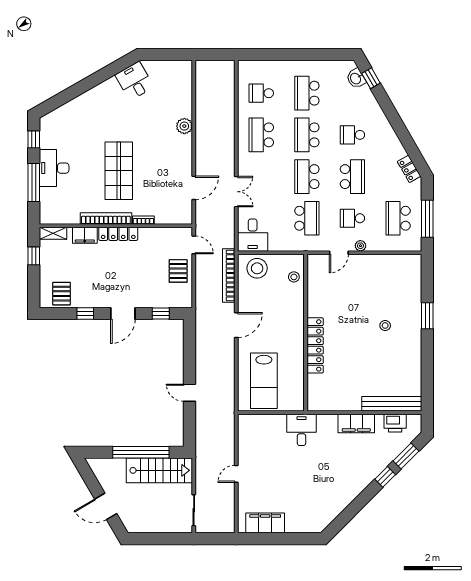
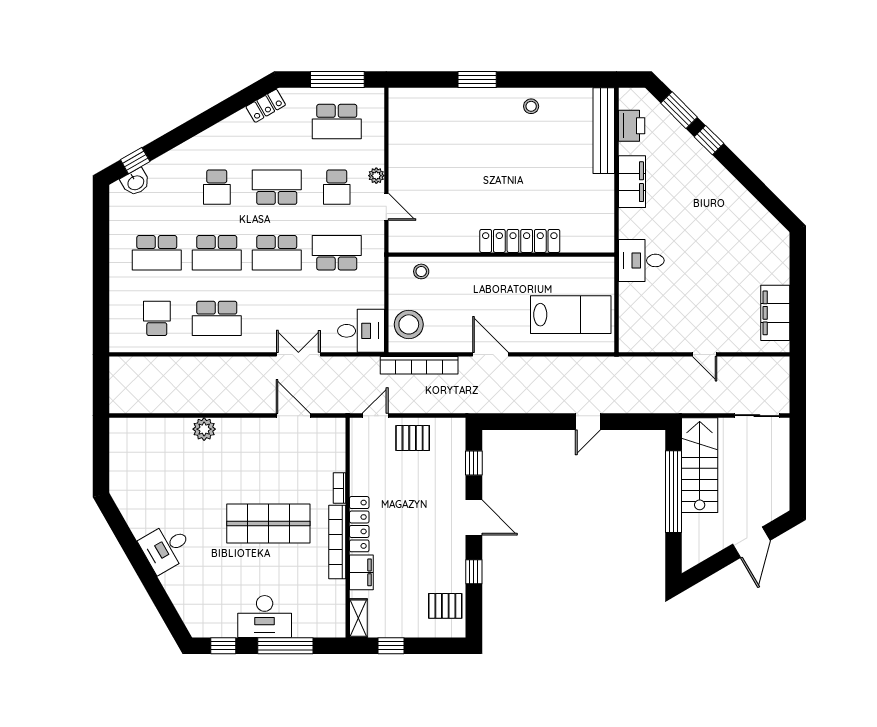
desk: (134, 81) -> (166, 548), moved
school desk: (261, 93) -> (157, 318), turned 180
stool: (385, 325) -> (531, 106), moved

